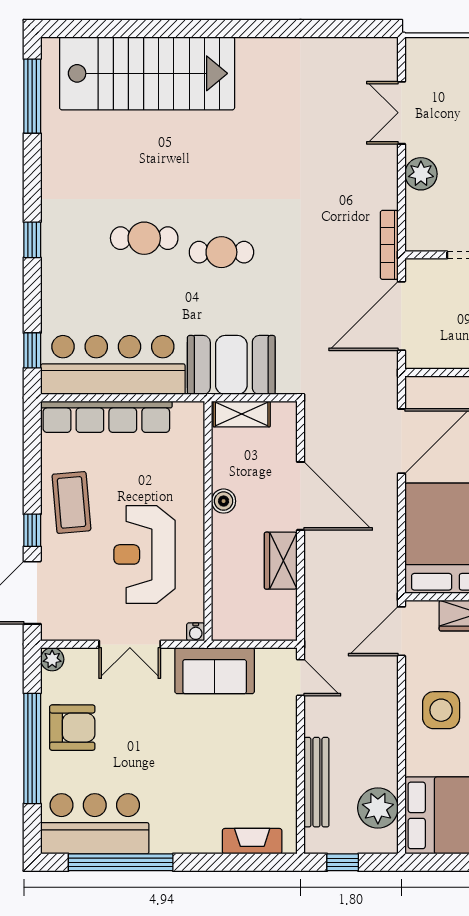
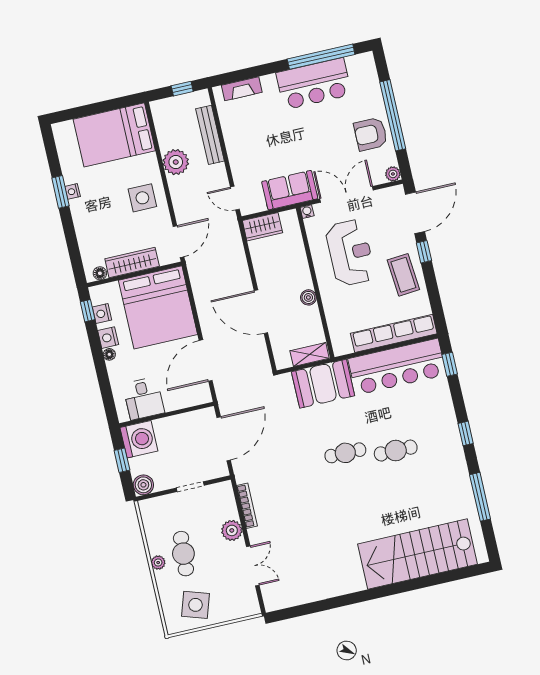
window: (32, 96) -> (480, 497), moved
bookcase: (389, 245) -> (247, 506), moved
wardrobe: (281, 561) -> (262, 227), moved, turned 90
double door: (130, 644) -> (347, 194), width x1.37
plant: (378, 808) -> (176, 162), moved
bar counter: (95, 824) -> (314, 84), moved

